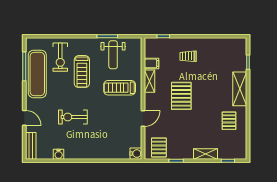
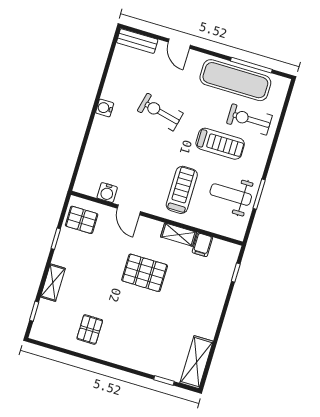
trolley: (188, 56) -> (197, 299), removed
treadmill: (82, 72) -> (220, 144), turned 180
shelving: (240, 89) -> (197, 362), moved, turned 90
exercise bike: (73, 117) -> (160, 112), turned -77
door: (24, 118) -> (179, 44), hinge flipped
pallet: (229, 121) -> (90, 329), turned 90
water cooler: (59, 154) -> (105, 108), moved
water cooler: (136, 154) -> (107, 193), moved

